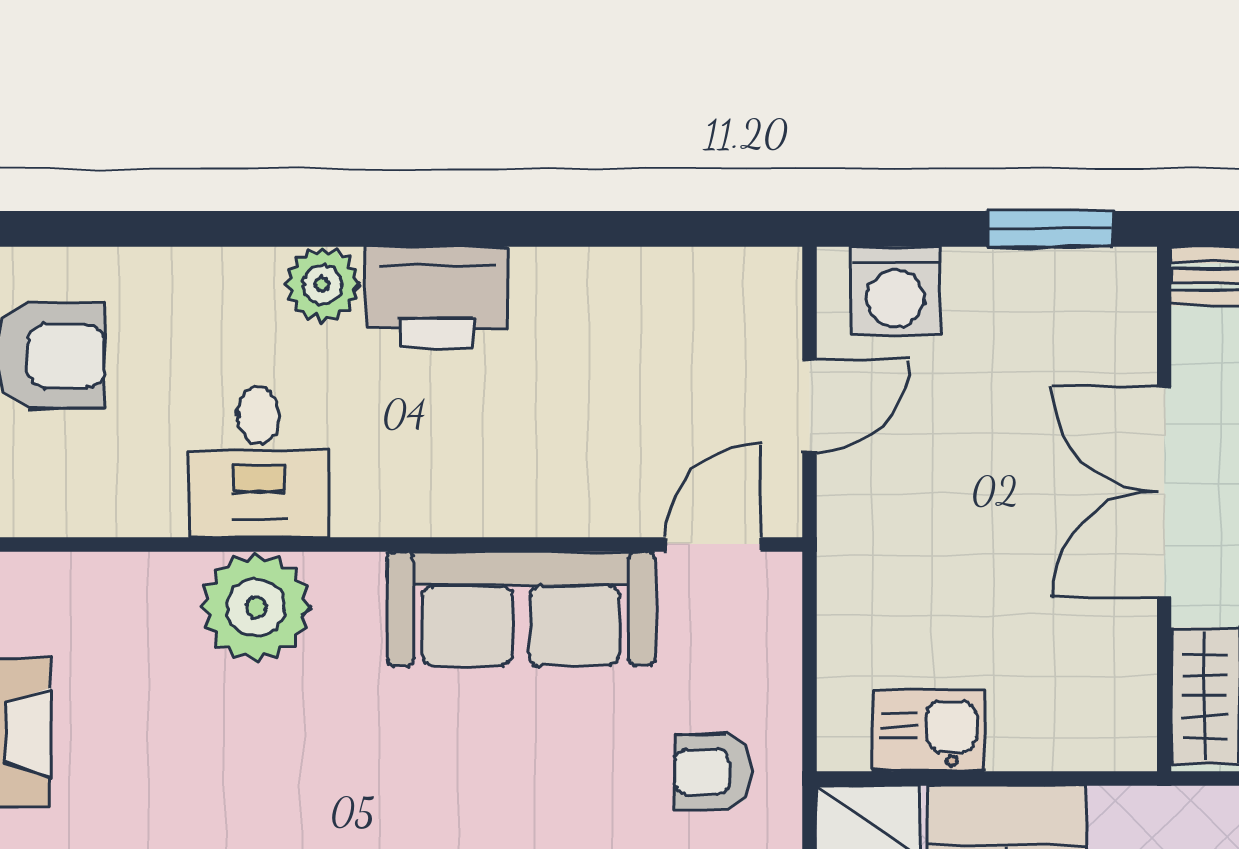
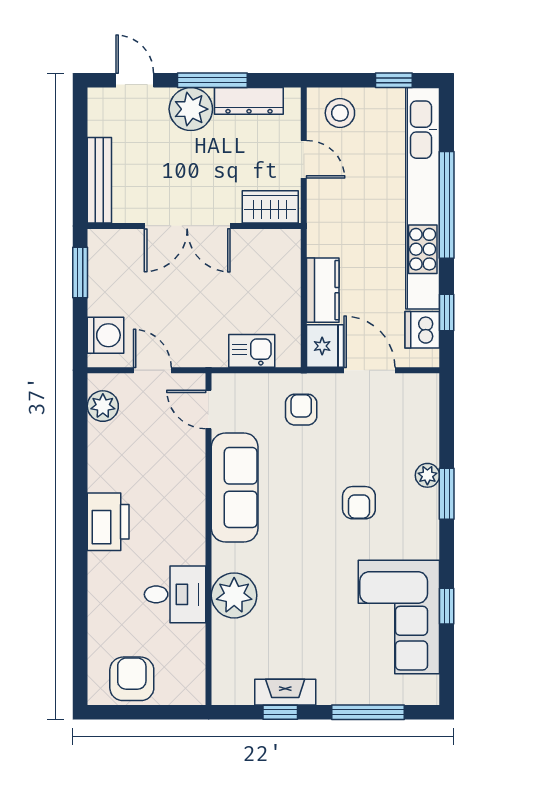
plant: (322, 284) -> (103, 406), moved
kitchen sink: (929, 731) -> (252, 351), moved, turned 90
armchair: (713, 772) -> (301, 410), turned 180

